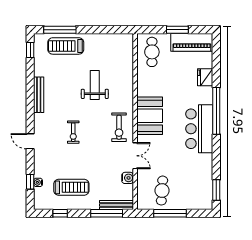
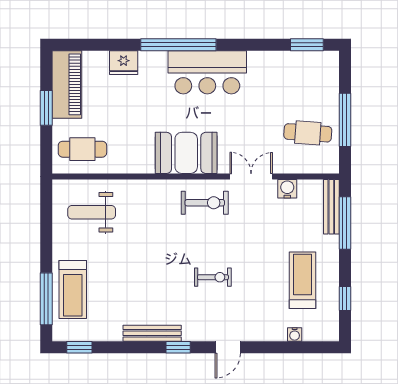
weight bench: (95, 85) -> (92, 212), moved
window: (30, 182) -> (178, 347), moved

